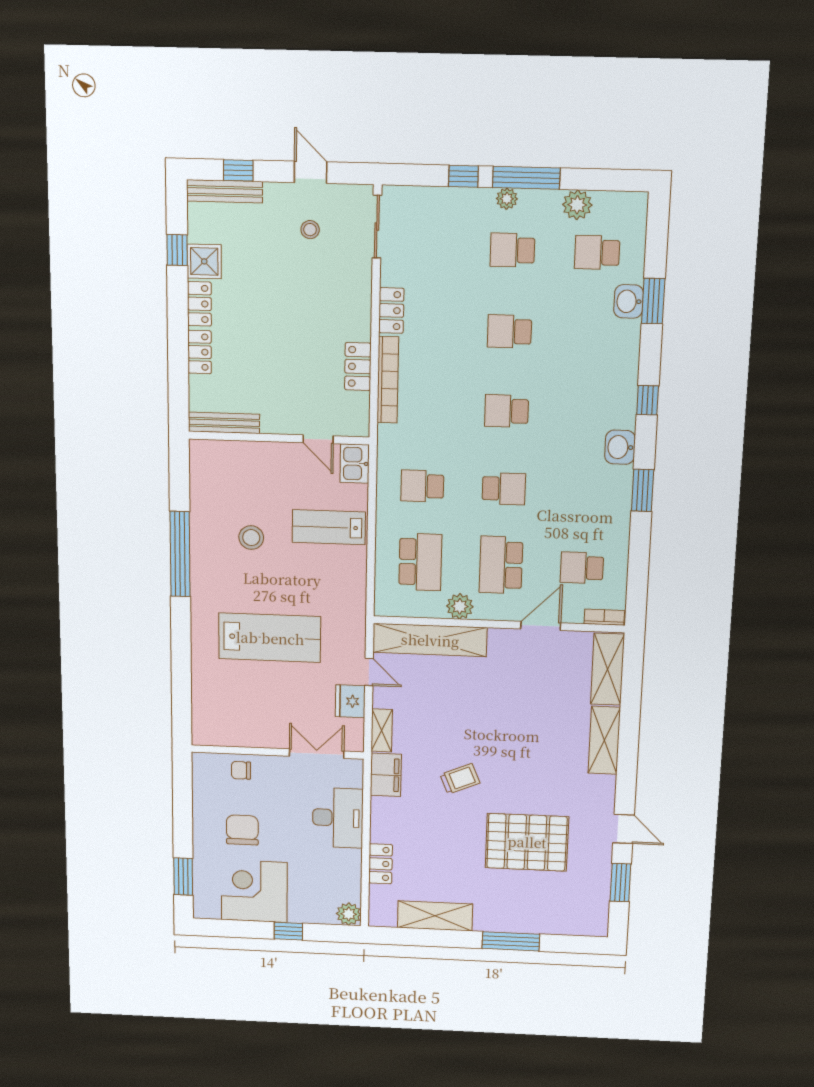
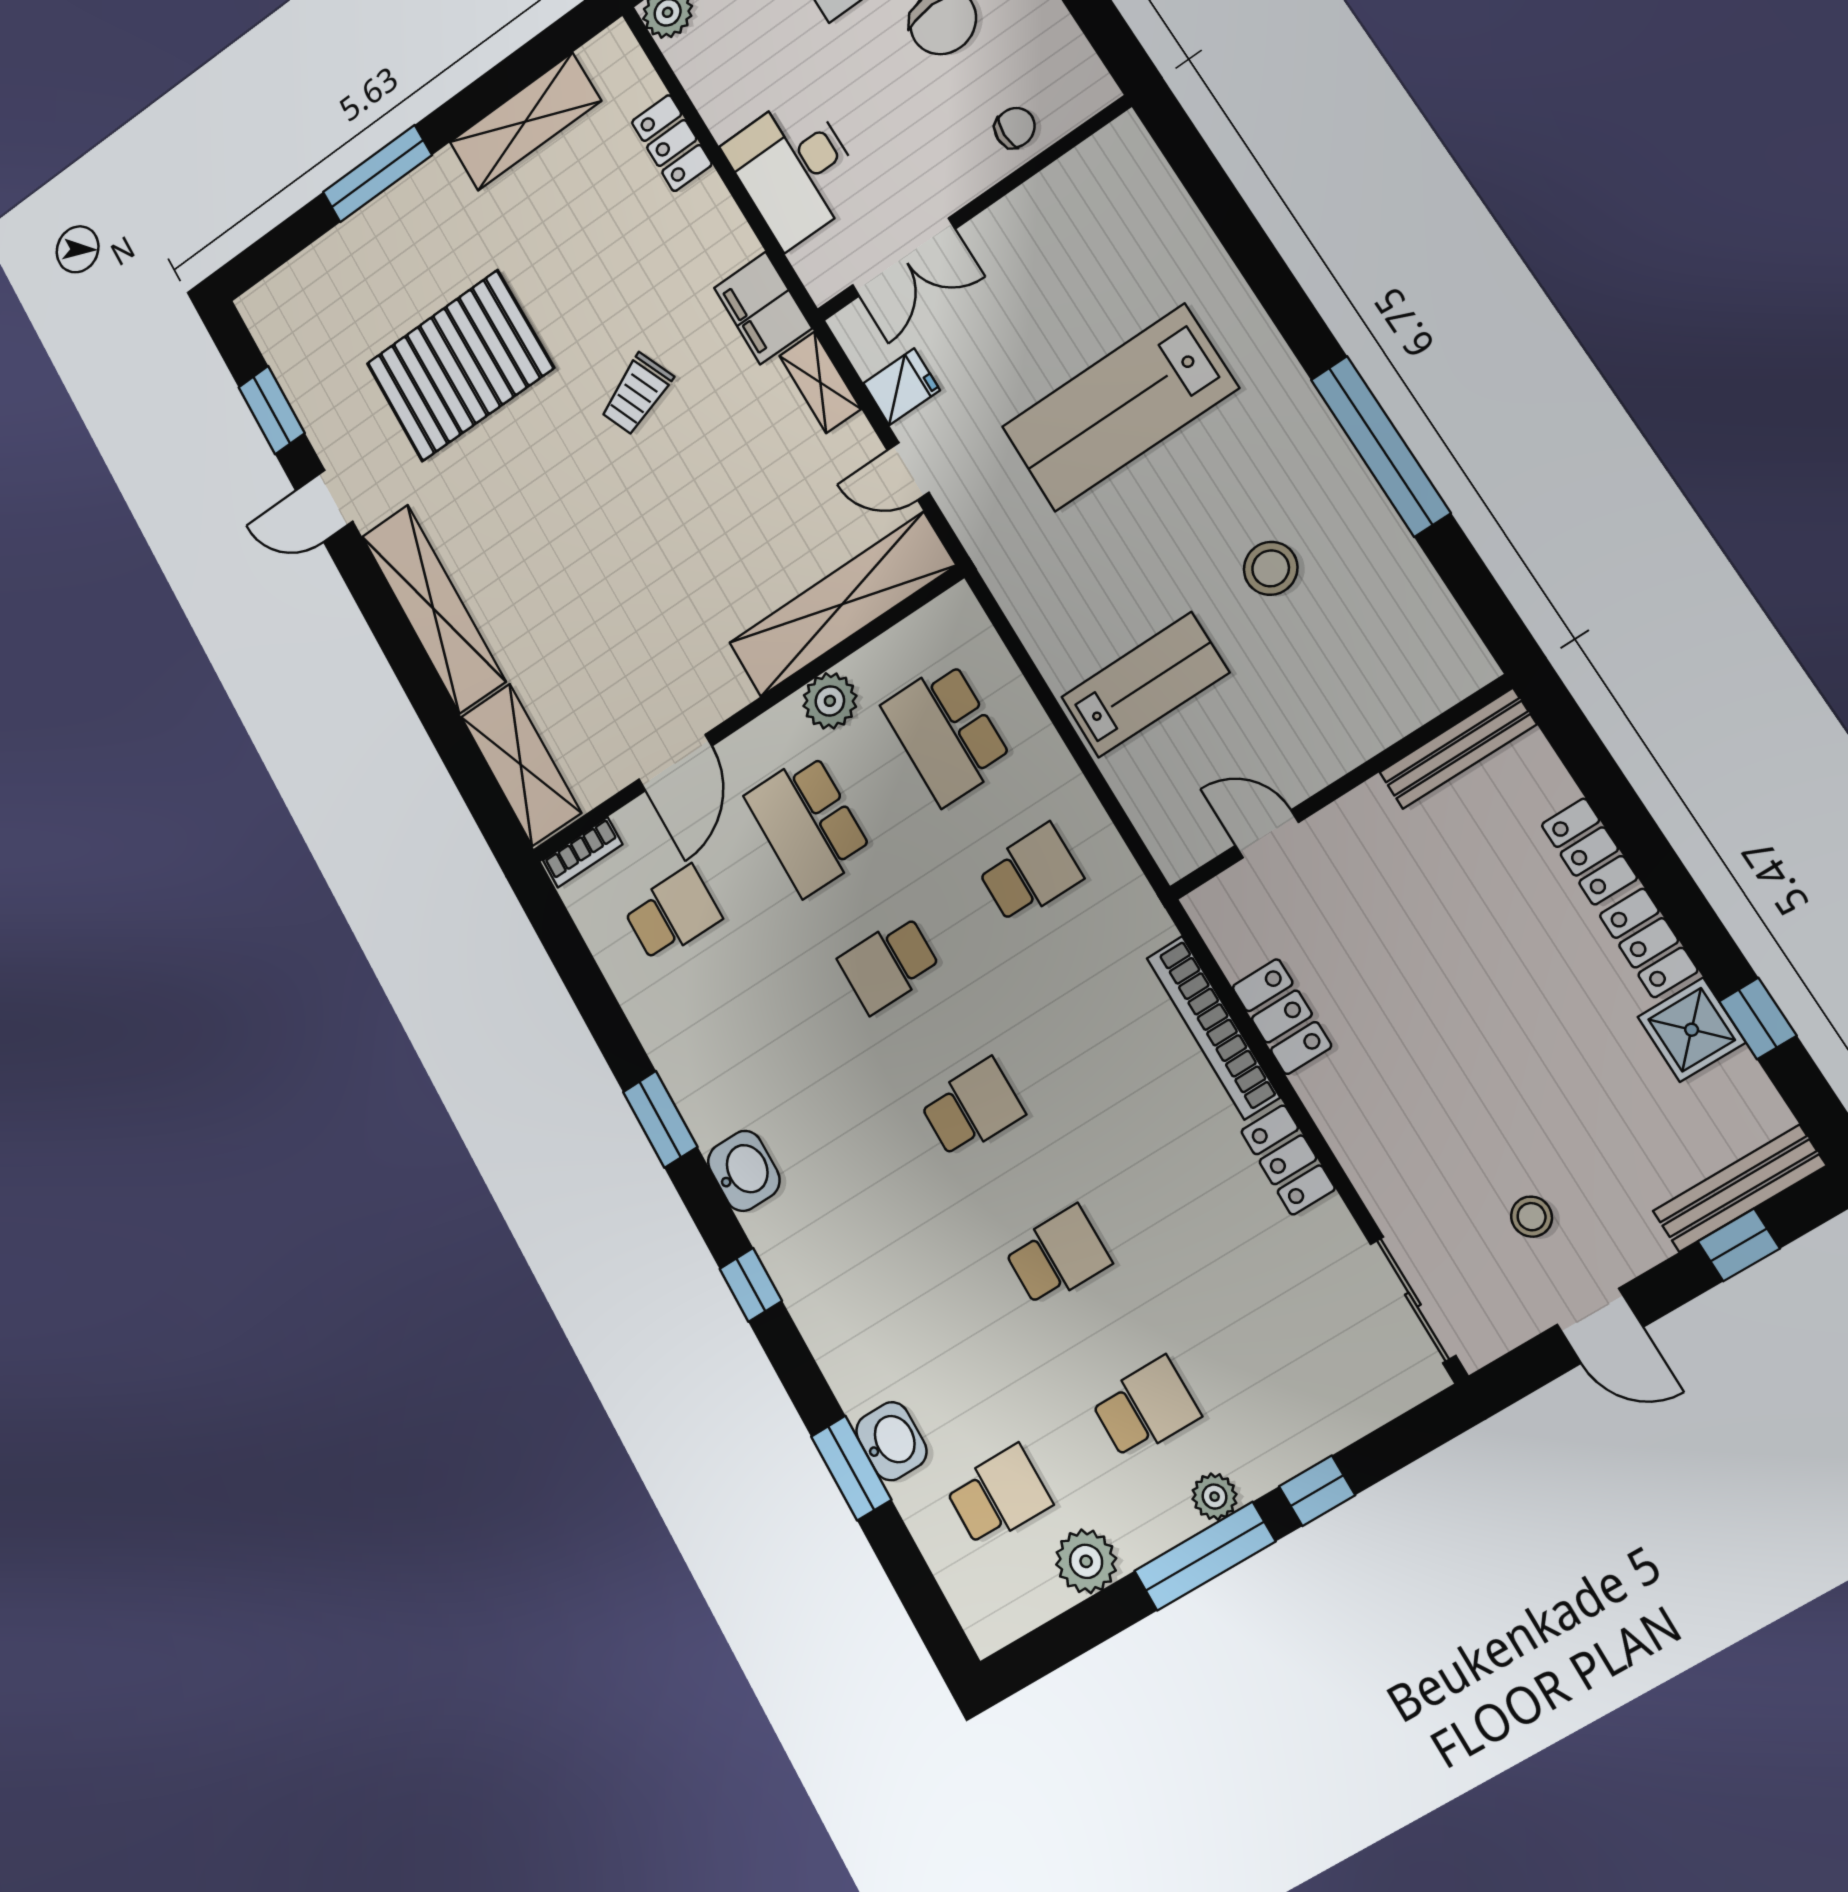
kitchen sink: (355, 464) -> (1174, 833), removed
school desk: (501, 565) -> (808, 824), turned 180
fridge: (350, 701) -> (902, 387), width x0.72
shelving: (604, 740) -> (433, 609), width x1.47

